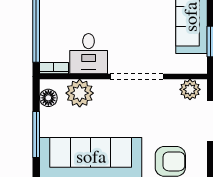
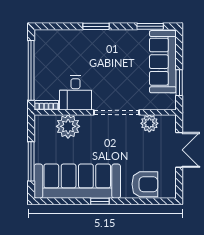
plant: (190, 89) -> (149, 123), moved
floor lamp: (48, 98) -> (41, 130), removed

